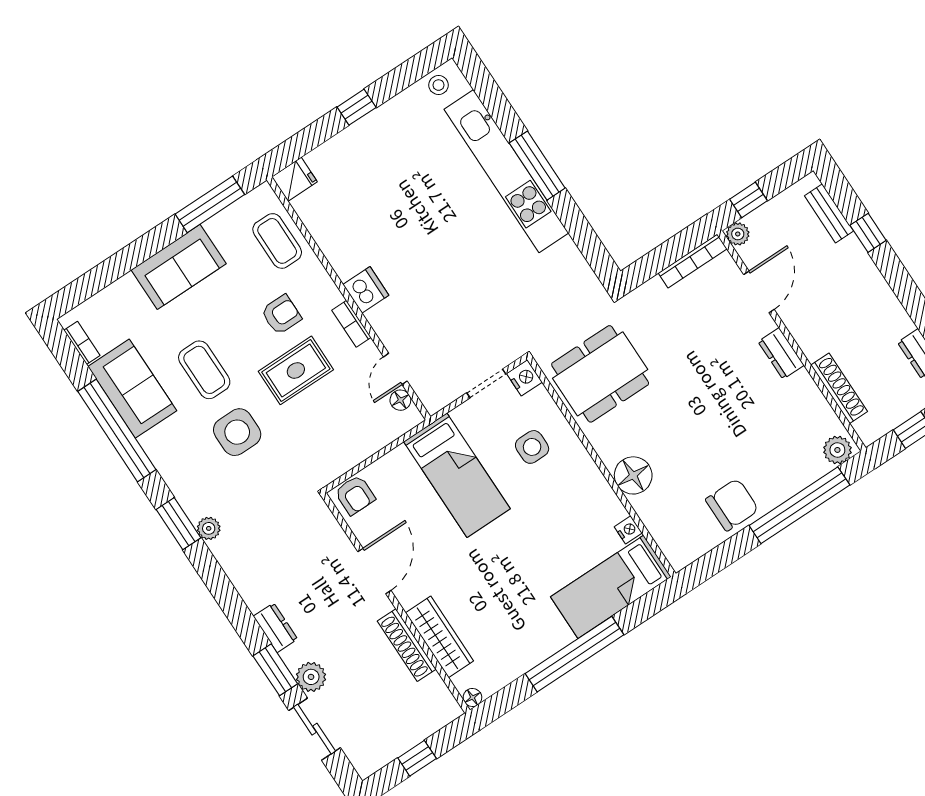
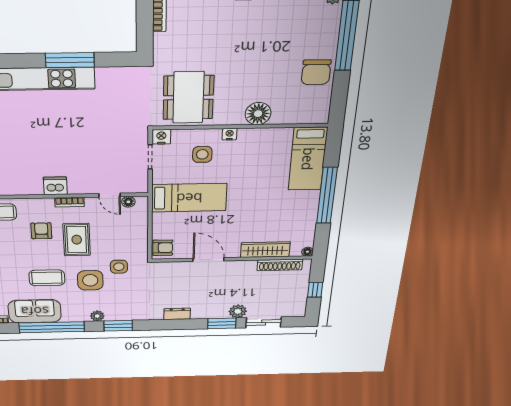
window: (537, 166) -> (70, 60), moved
side table: (286, 456) -> (119, 267), added
chair: (732, 505) -> (316, 72), turned 180
plant: (209, 528) -> (97, 316), moved
nightstand: (628, 530) -> (230, 134), moved
dresser: (275, 628) -> (177, 314), moved
shoe rack: (407, 645) -> (280, 265), moved

